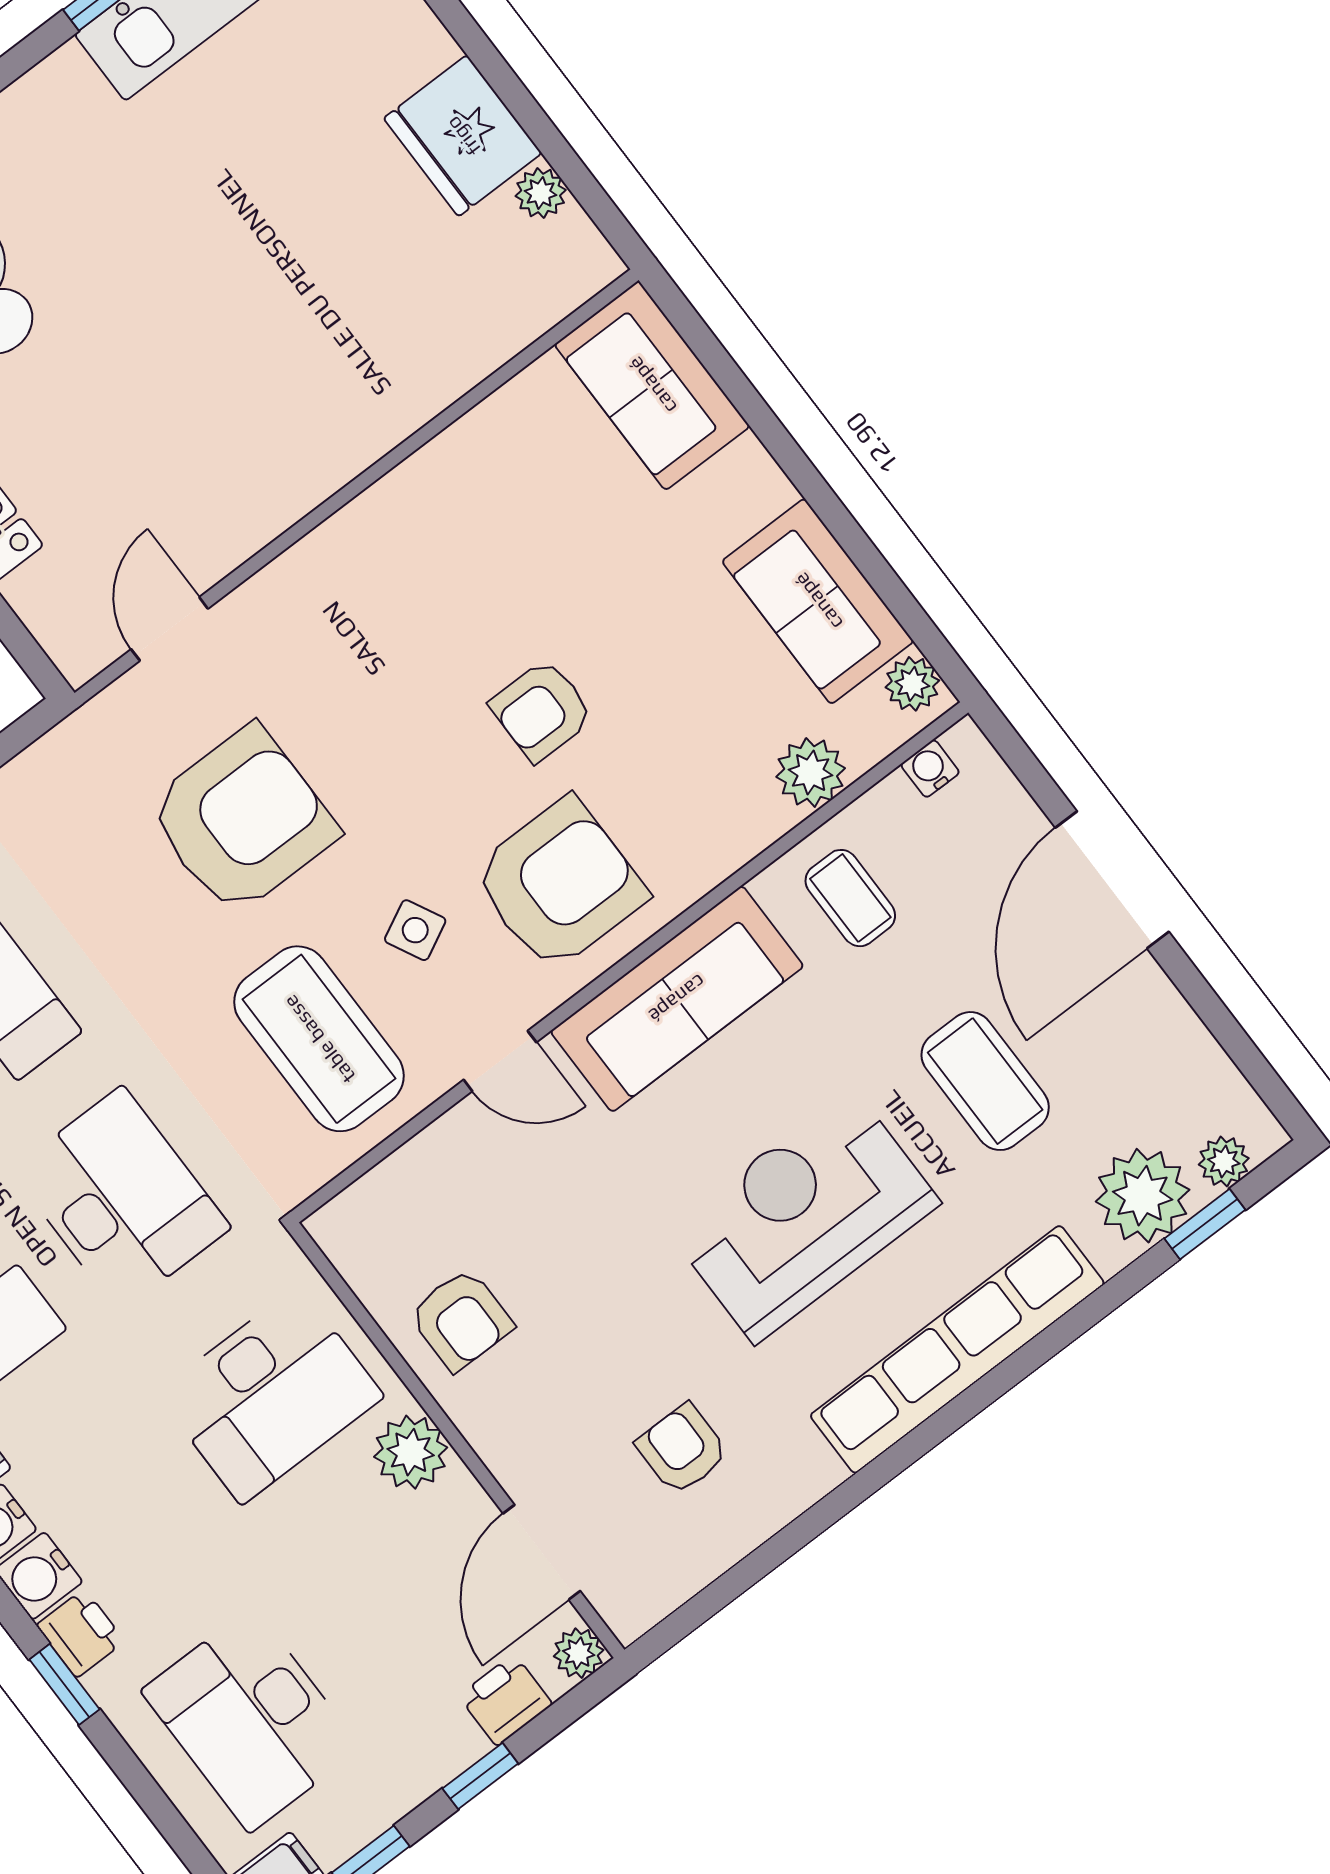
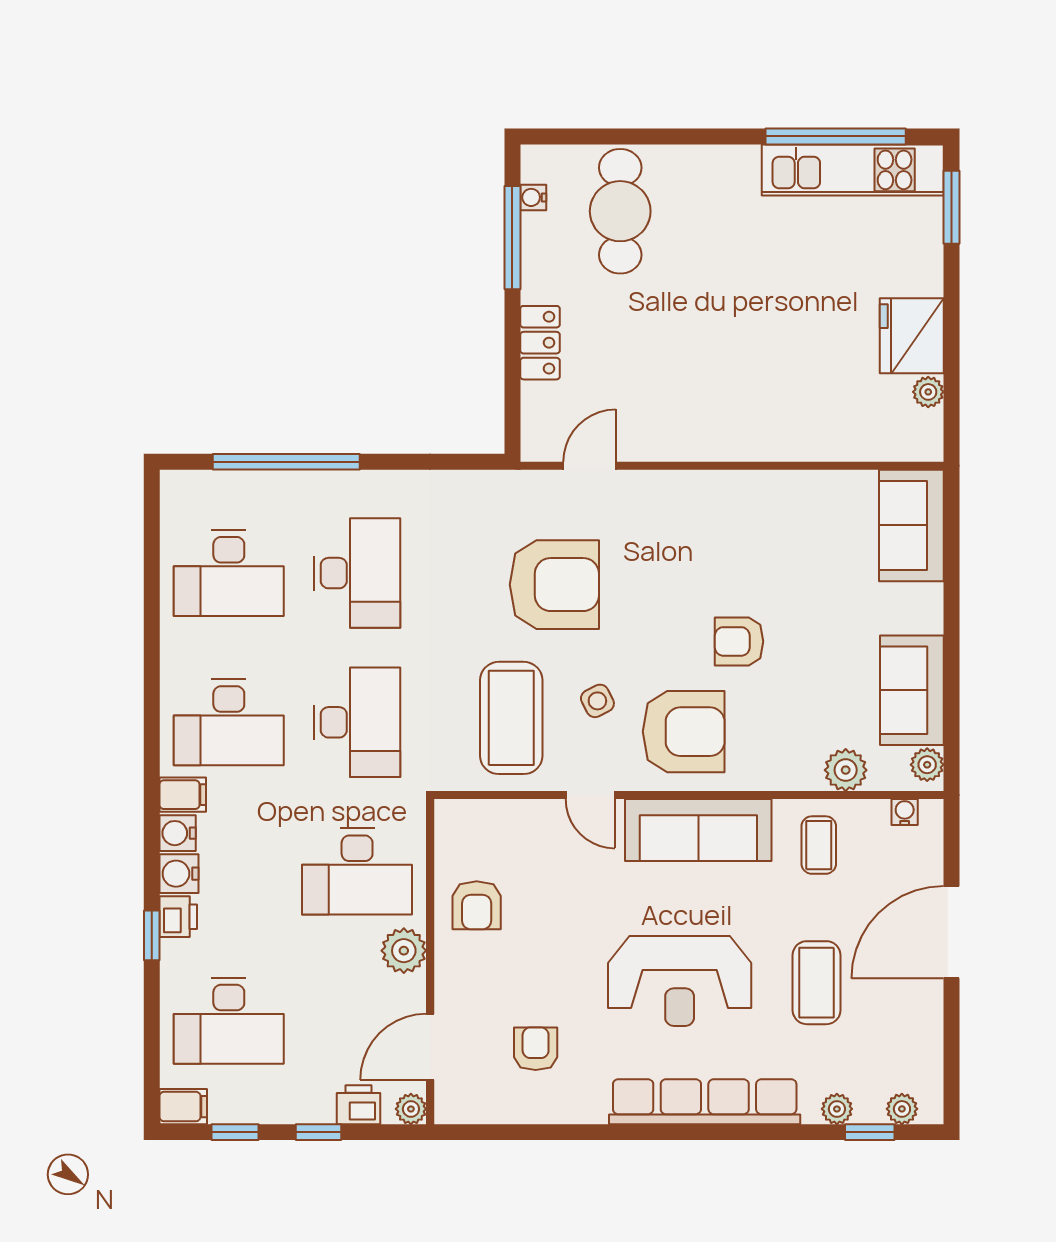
plant: (1143, 1196) -> (837, 1109), width x0.53, depth x0.53
reception desk: (804, 1216) -> (680, 981), turned 180
desk: (251, 1720) -> (229, 1021), turned -90

